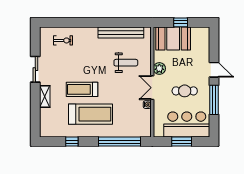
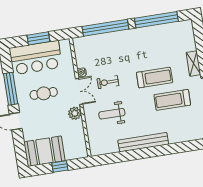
bench: (121, 32) -> (143, 142), moved
booth: (173, 38) -> (44, 151), moved
exercise bike: (63, 40) -> (108, 82), moved
treadmill: (90, 114) -> (172, 100), moved, width x0.73, depth x0.73
window: (72, 142) -> (156, 20), width x3.17

